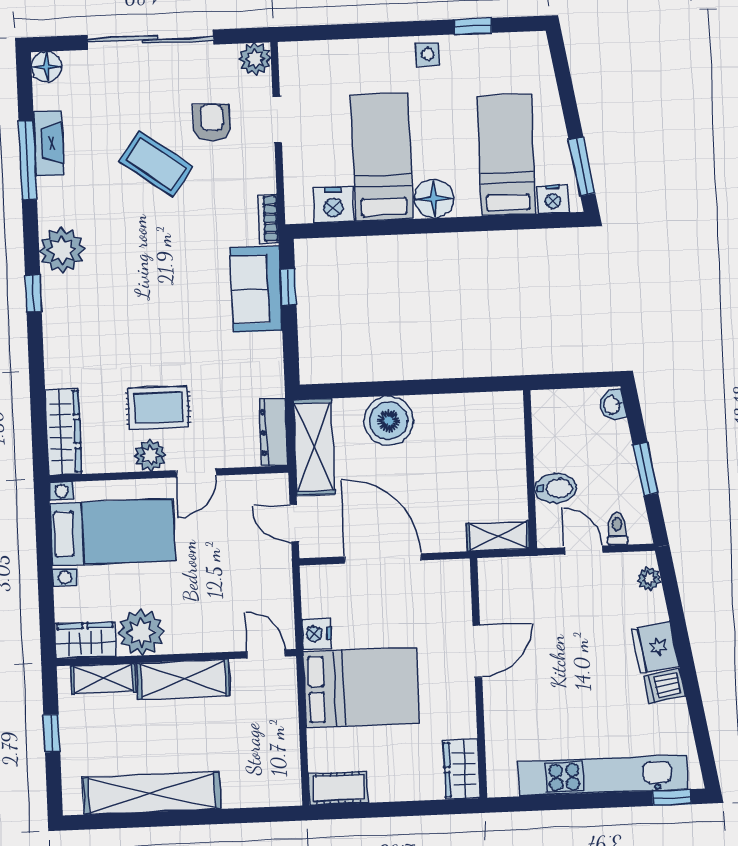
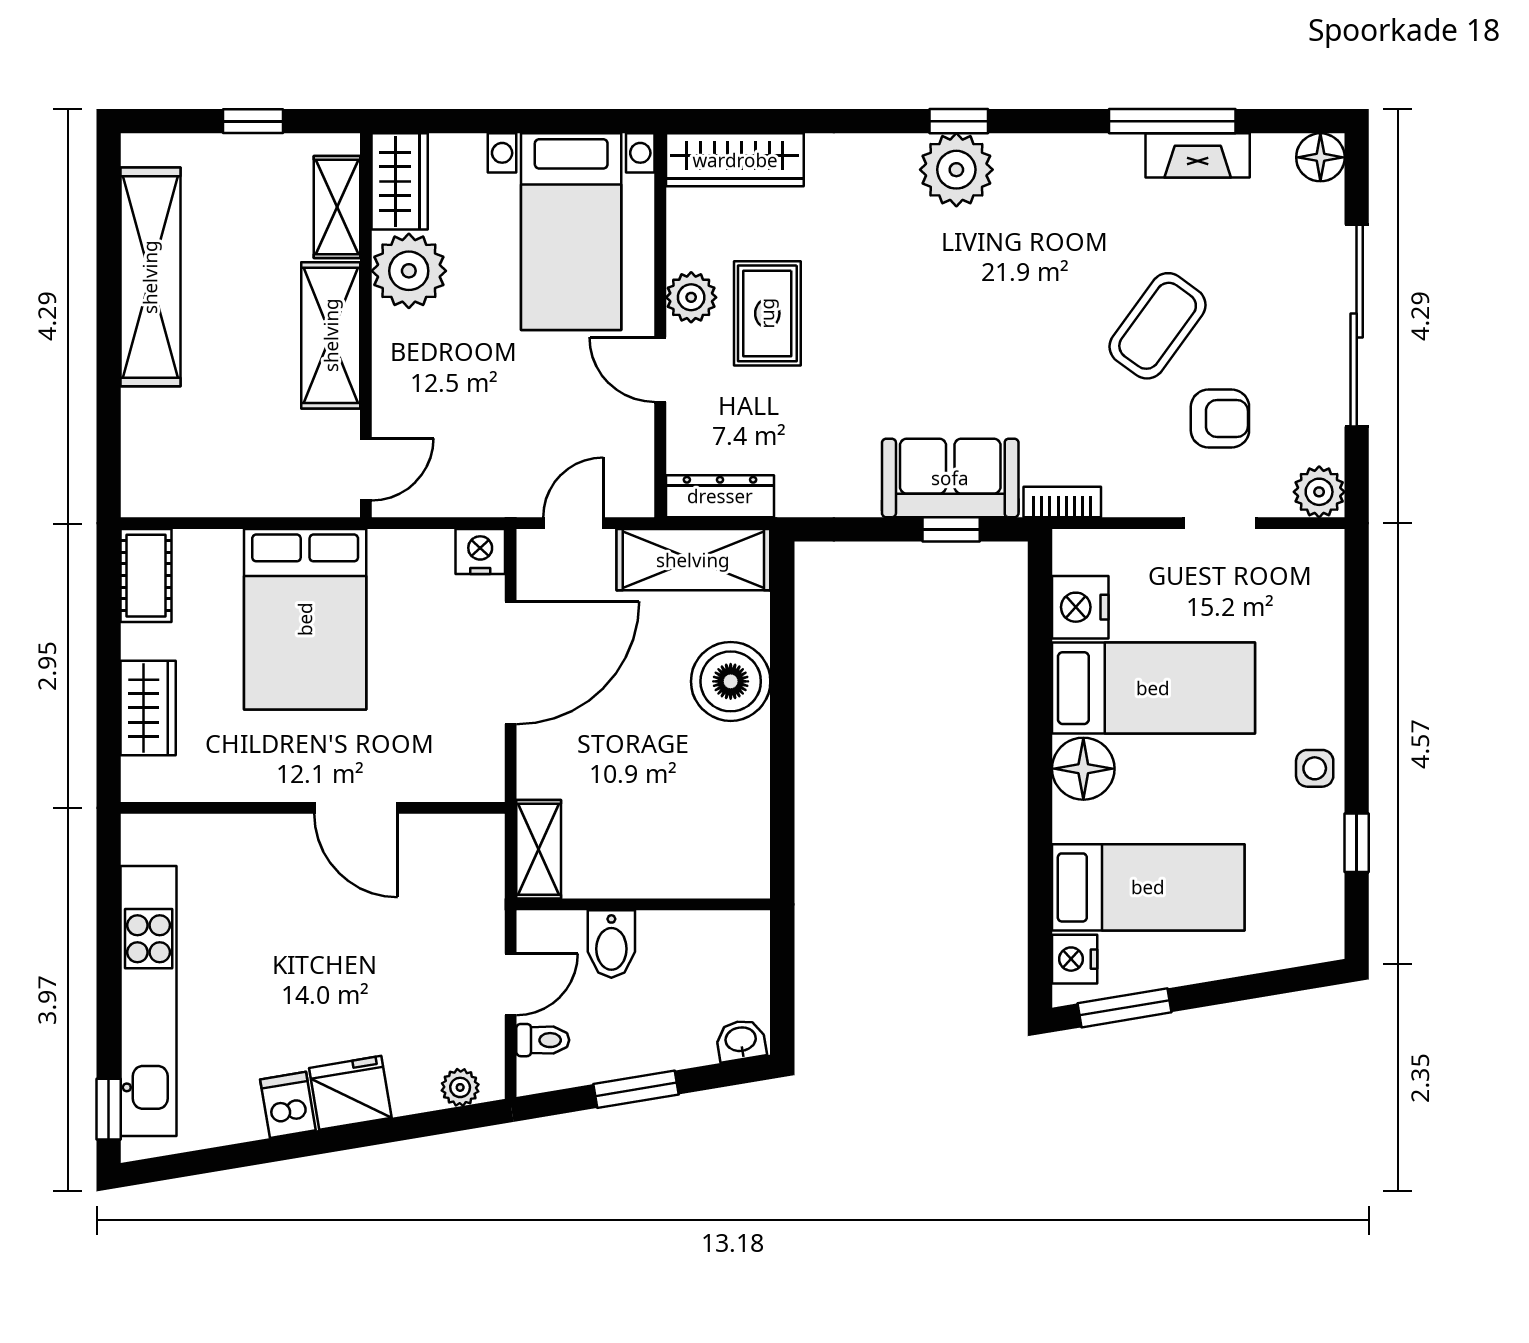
plant: (62, 250) -> (956, 170), moved
nightstand: (317, 634) -> (480, 552), moved
wardrobe: (462, 769) -> (148, 708), moved, turned 90

